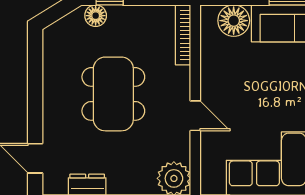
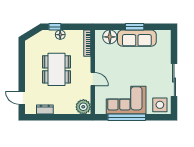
floor lamp: (96, 16) -> (60, 35), moved

